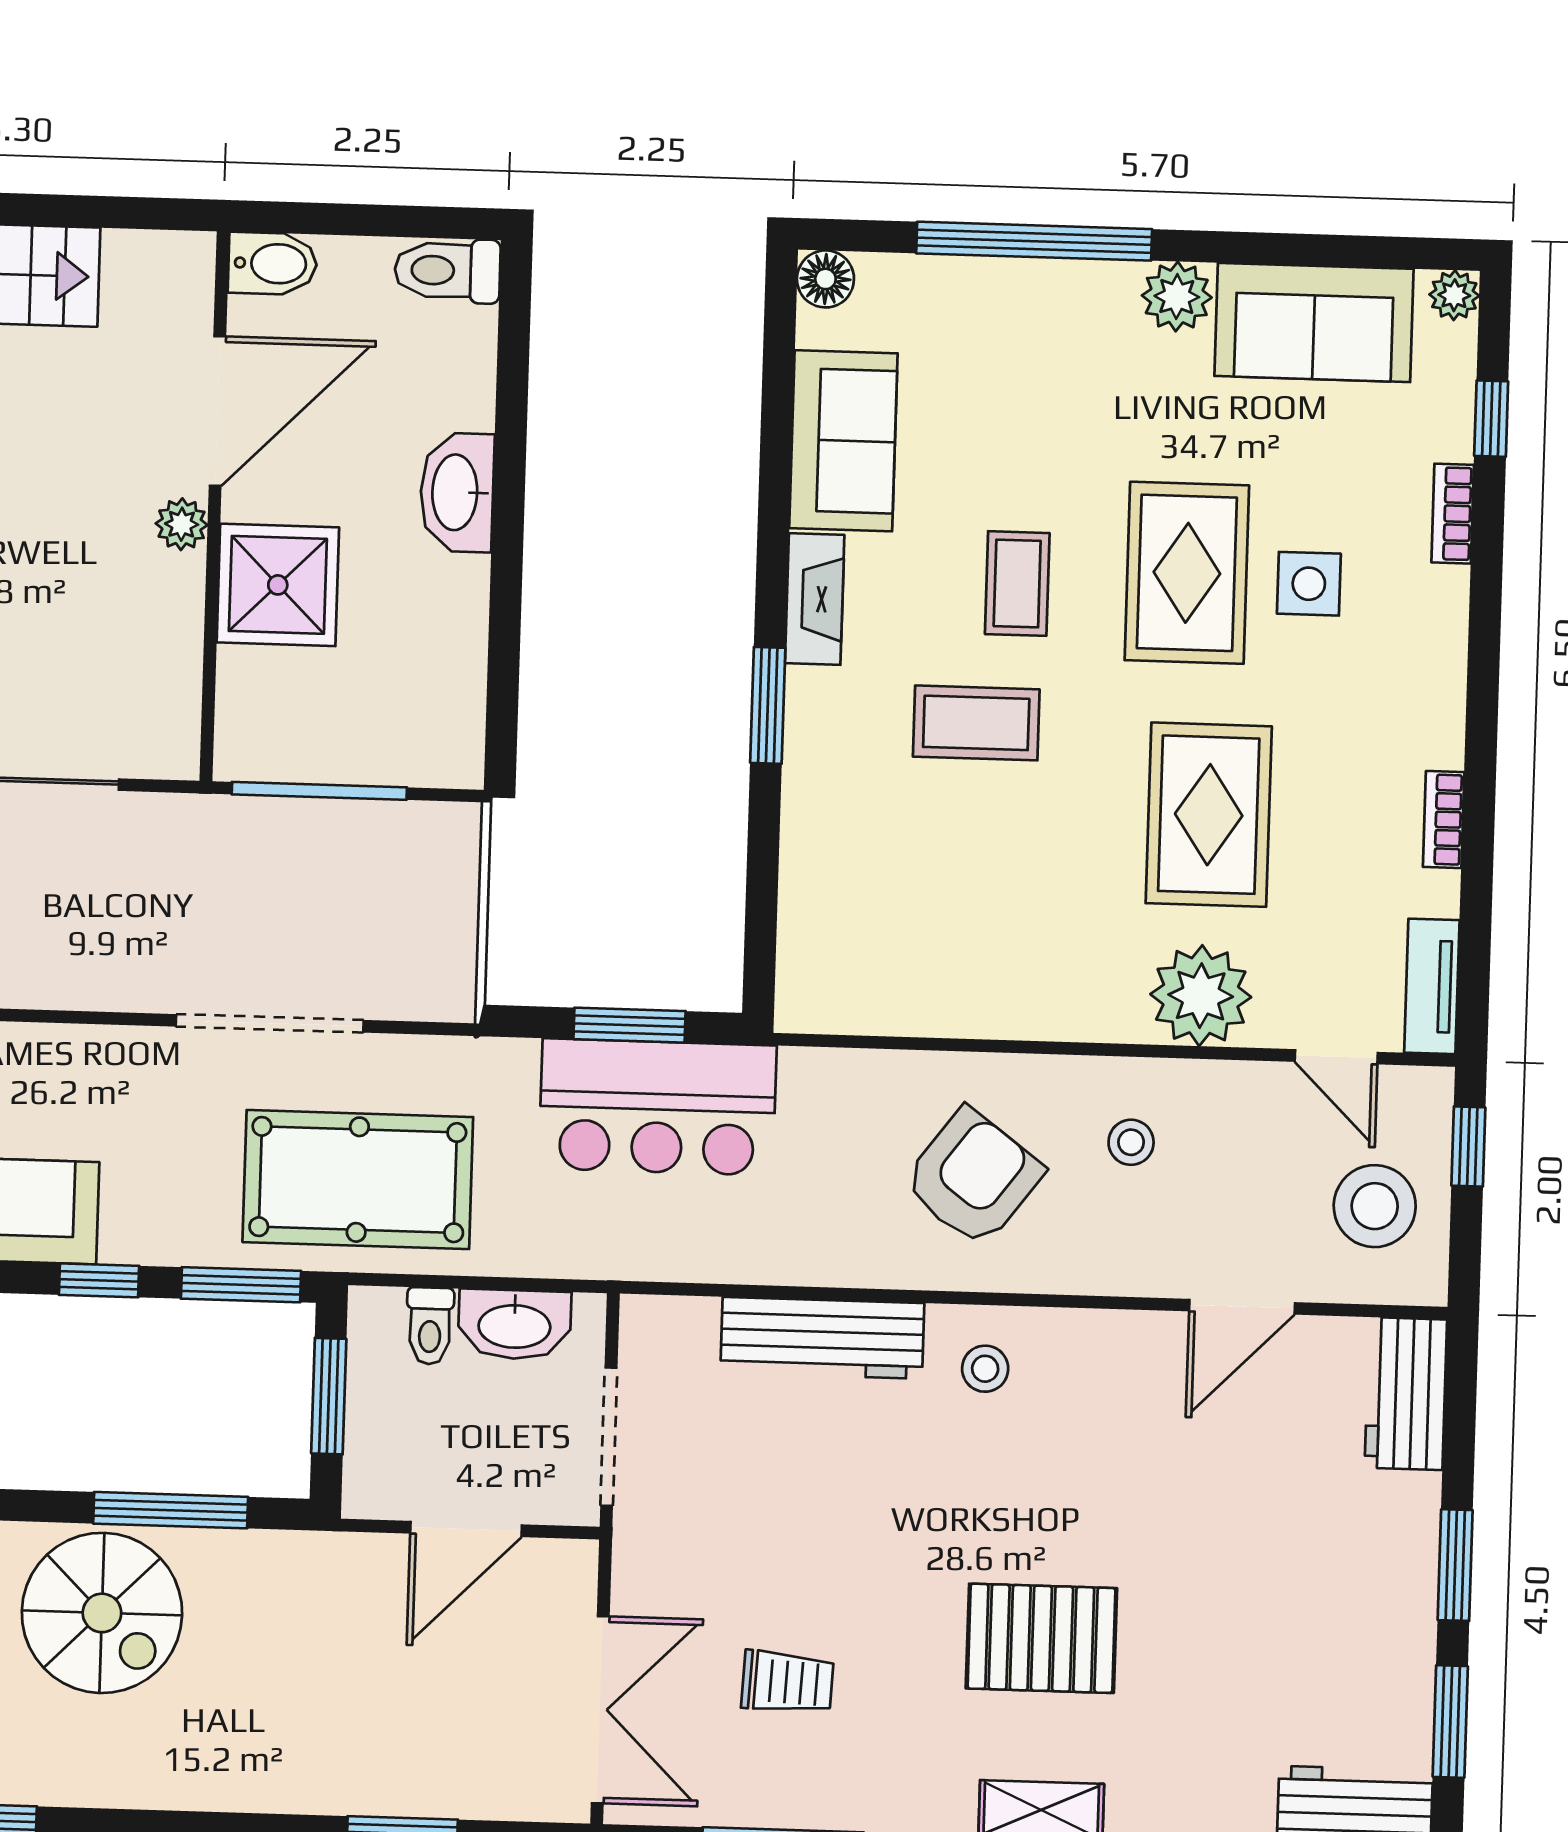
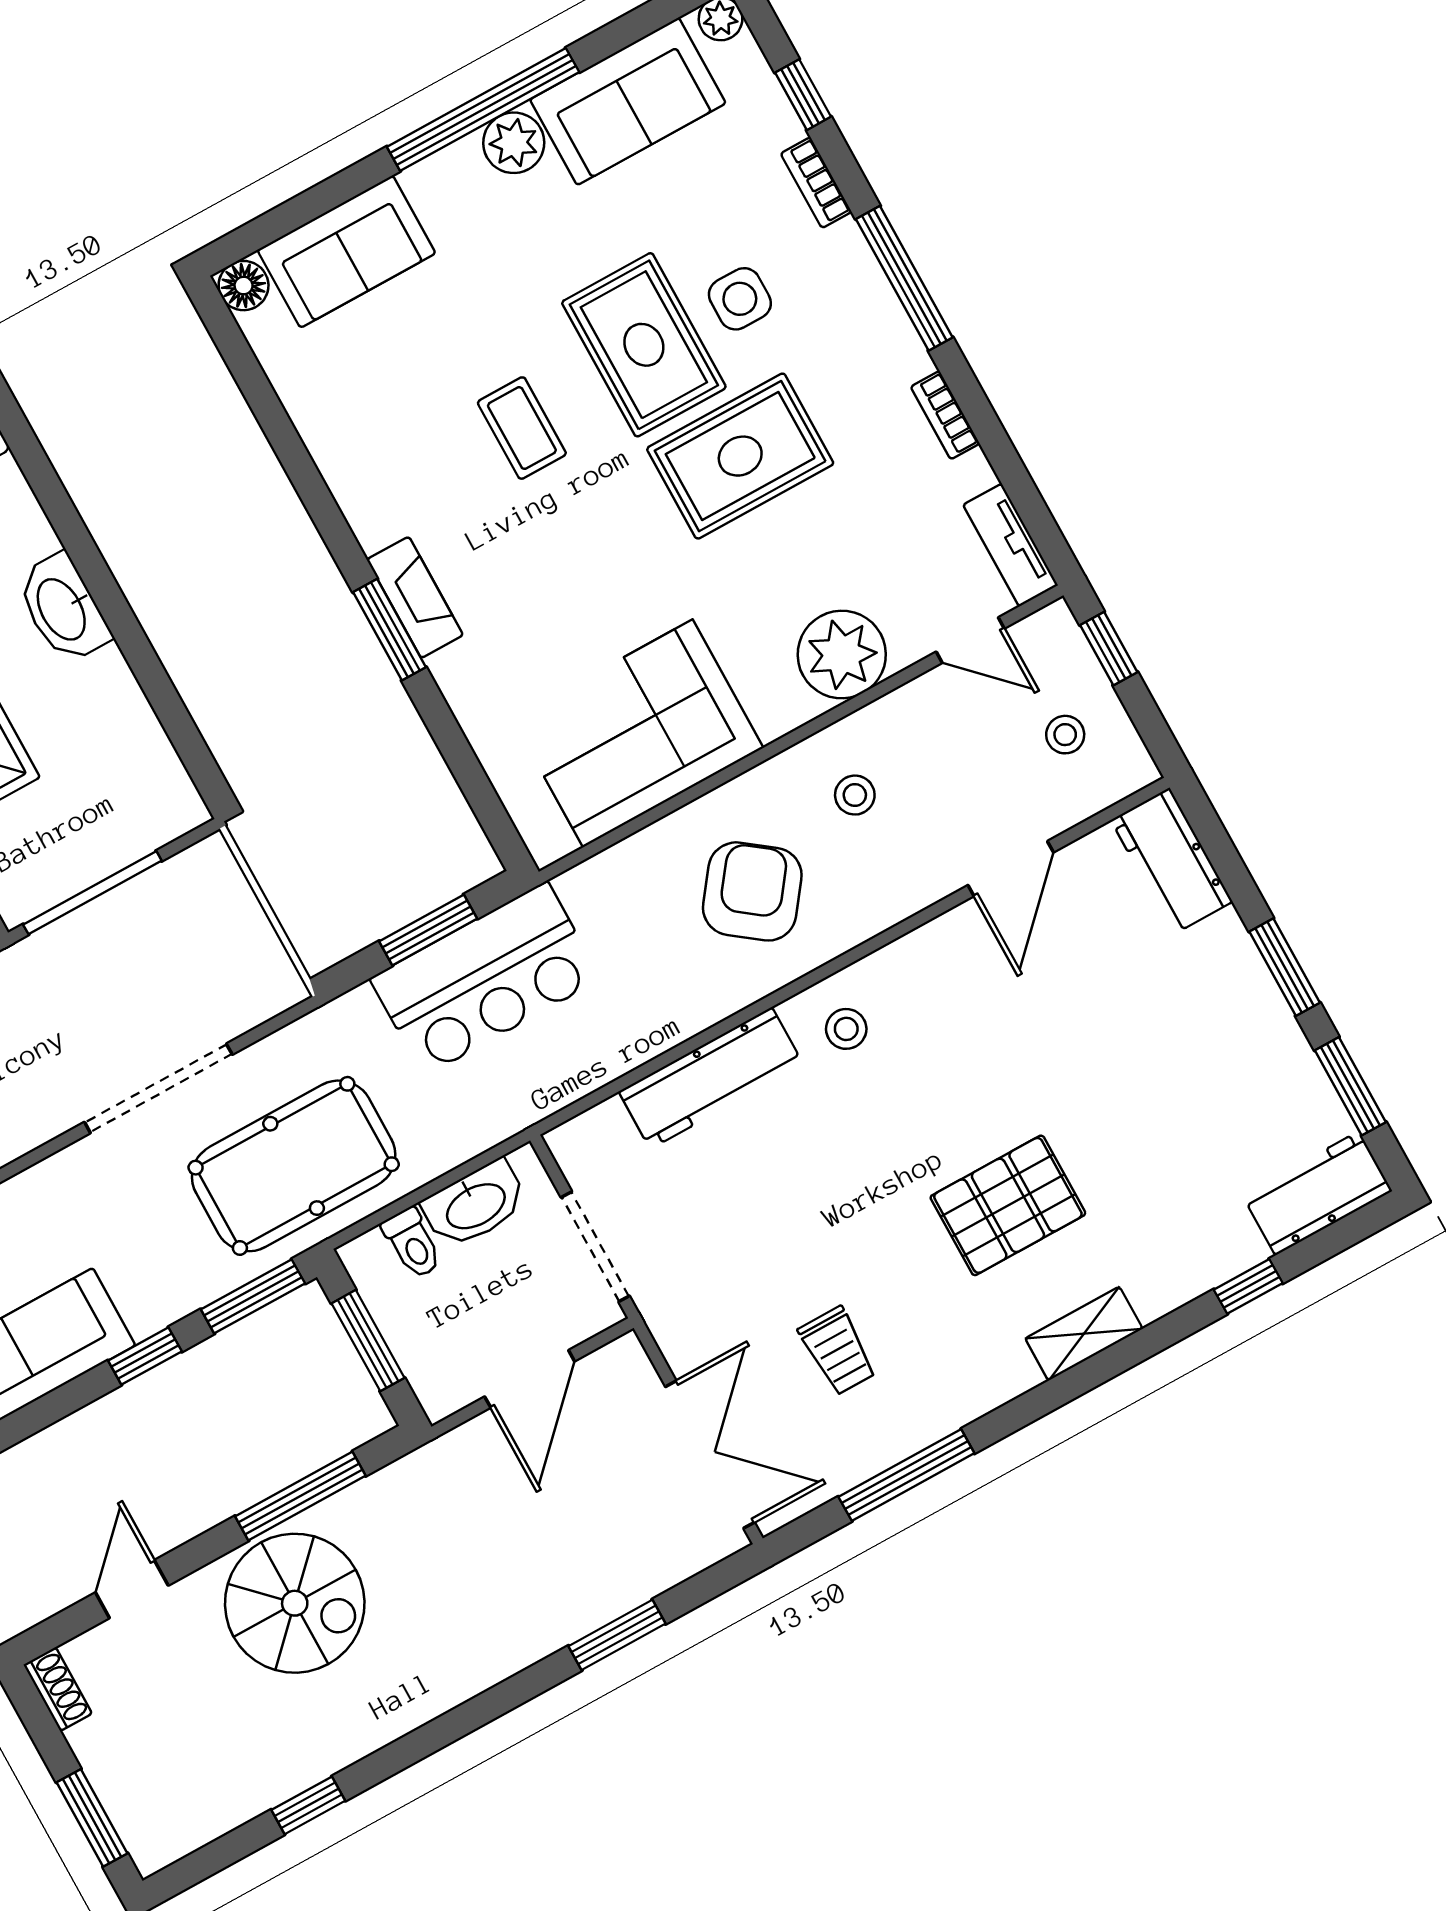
window: (1034, 241) -> (483, 109), moved
sofa: (843, 441) -> (346, 252), moved, turned 90
fireplace: (815, 599) -> (415, 597), moved
window: (1484, 660) -> (904, 278), added
coffee table: (976, 723) -> (553, 550), removed
rug: (1209, 815) -> (740, 456), moved, turned 90
corner sofa: (953, 954) -> (638, 733), added
stool: (1375, 1206) -> (1065, 735), width x0.53, depth x0.53
trolley: (787, 1682) -> (838, 1351), turned 87

